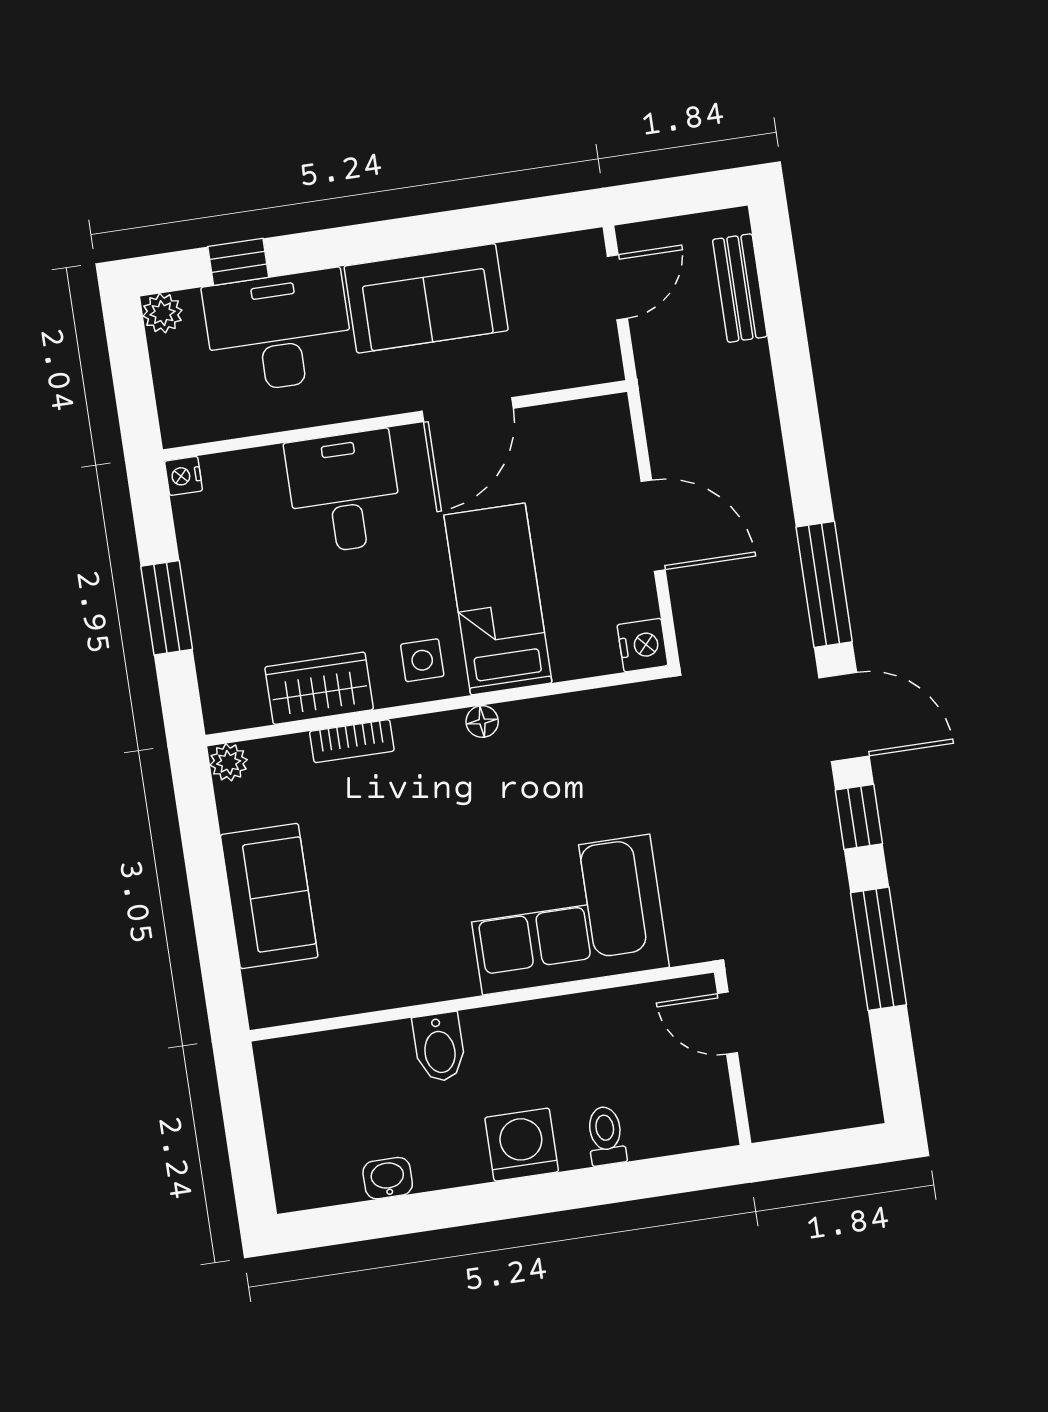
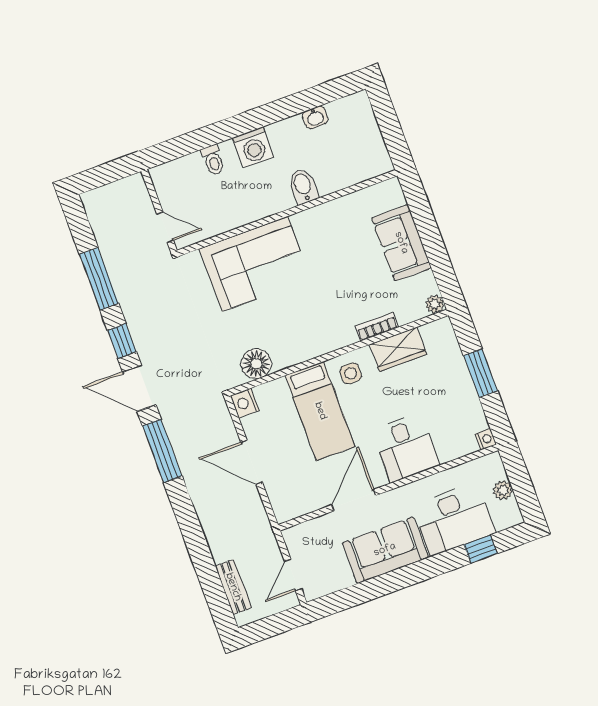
plant: (162, 313) -> (503, 490), moved
floor lamp: (482, 721) -> (256, 364), moved, width x1.89, depth x1.89

